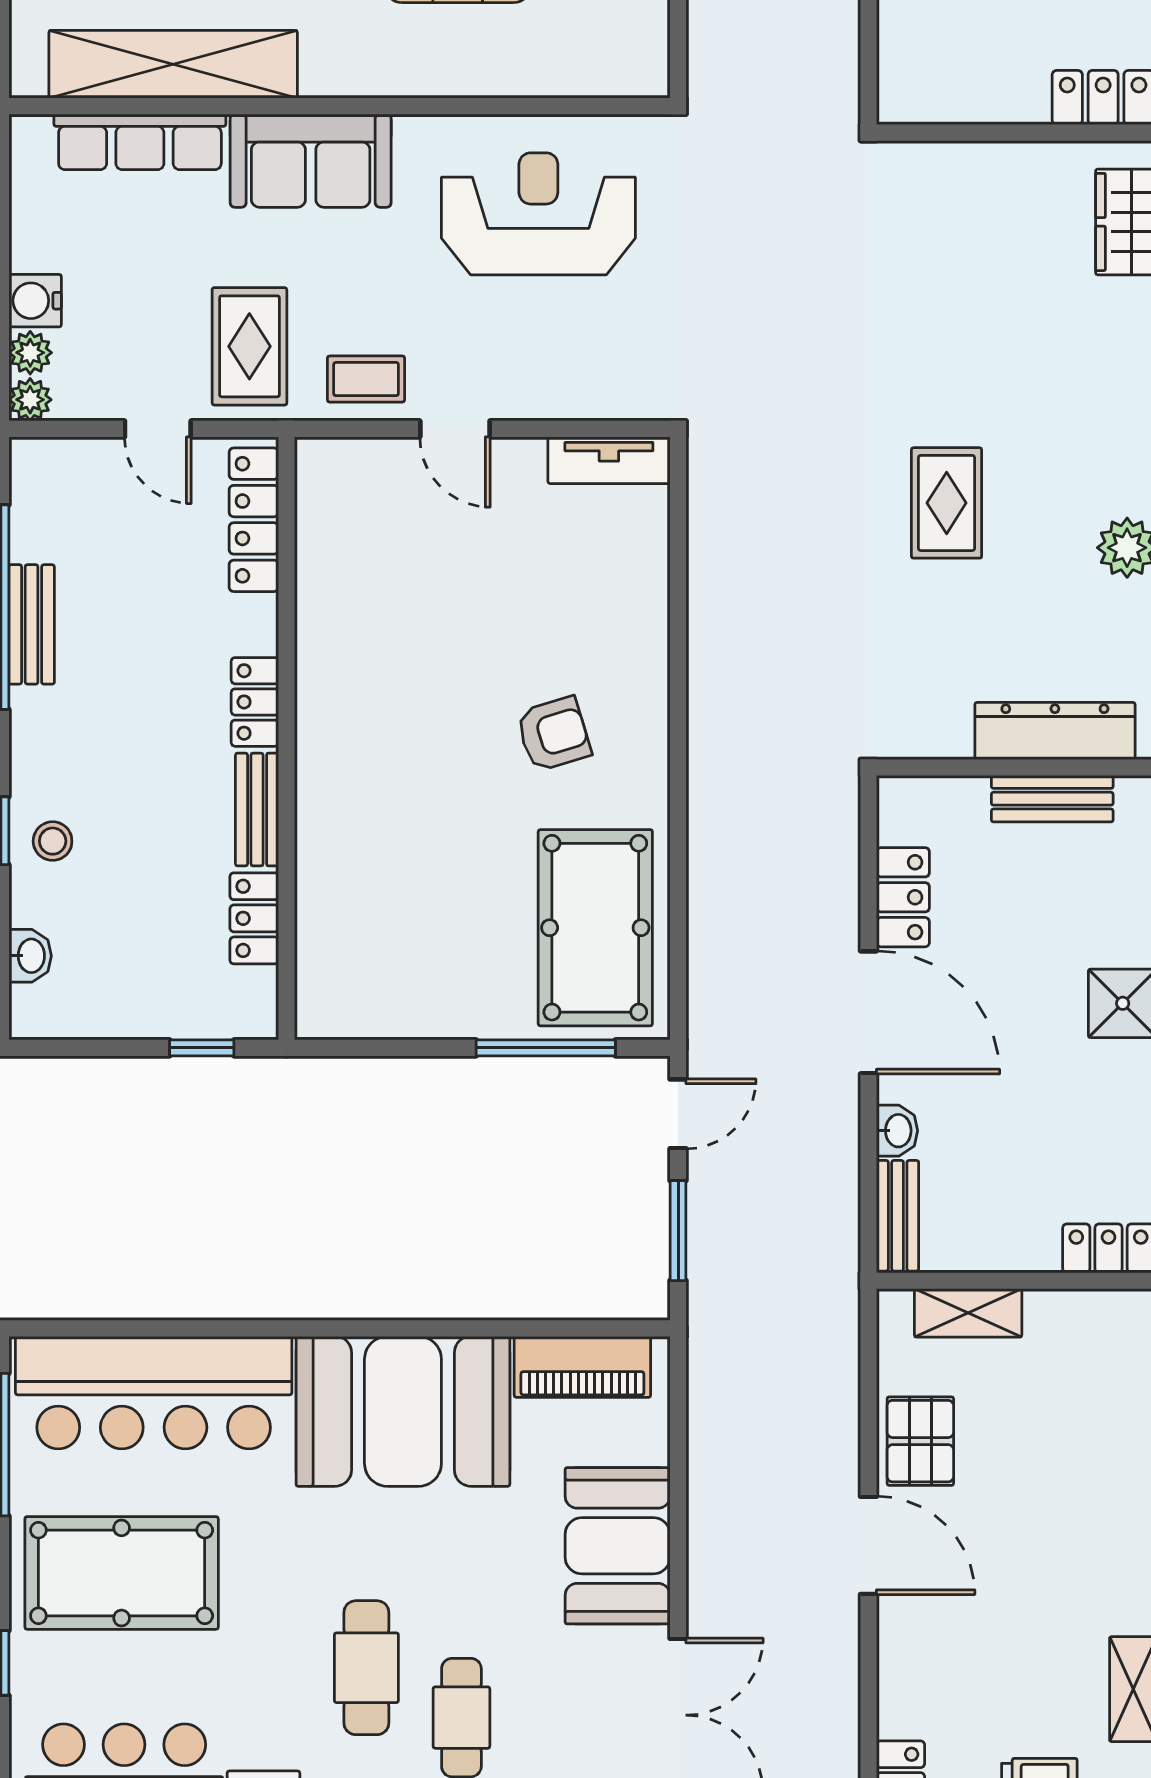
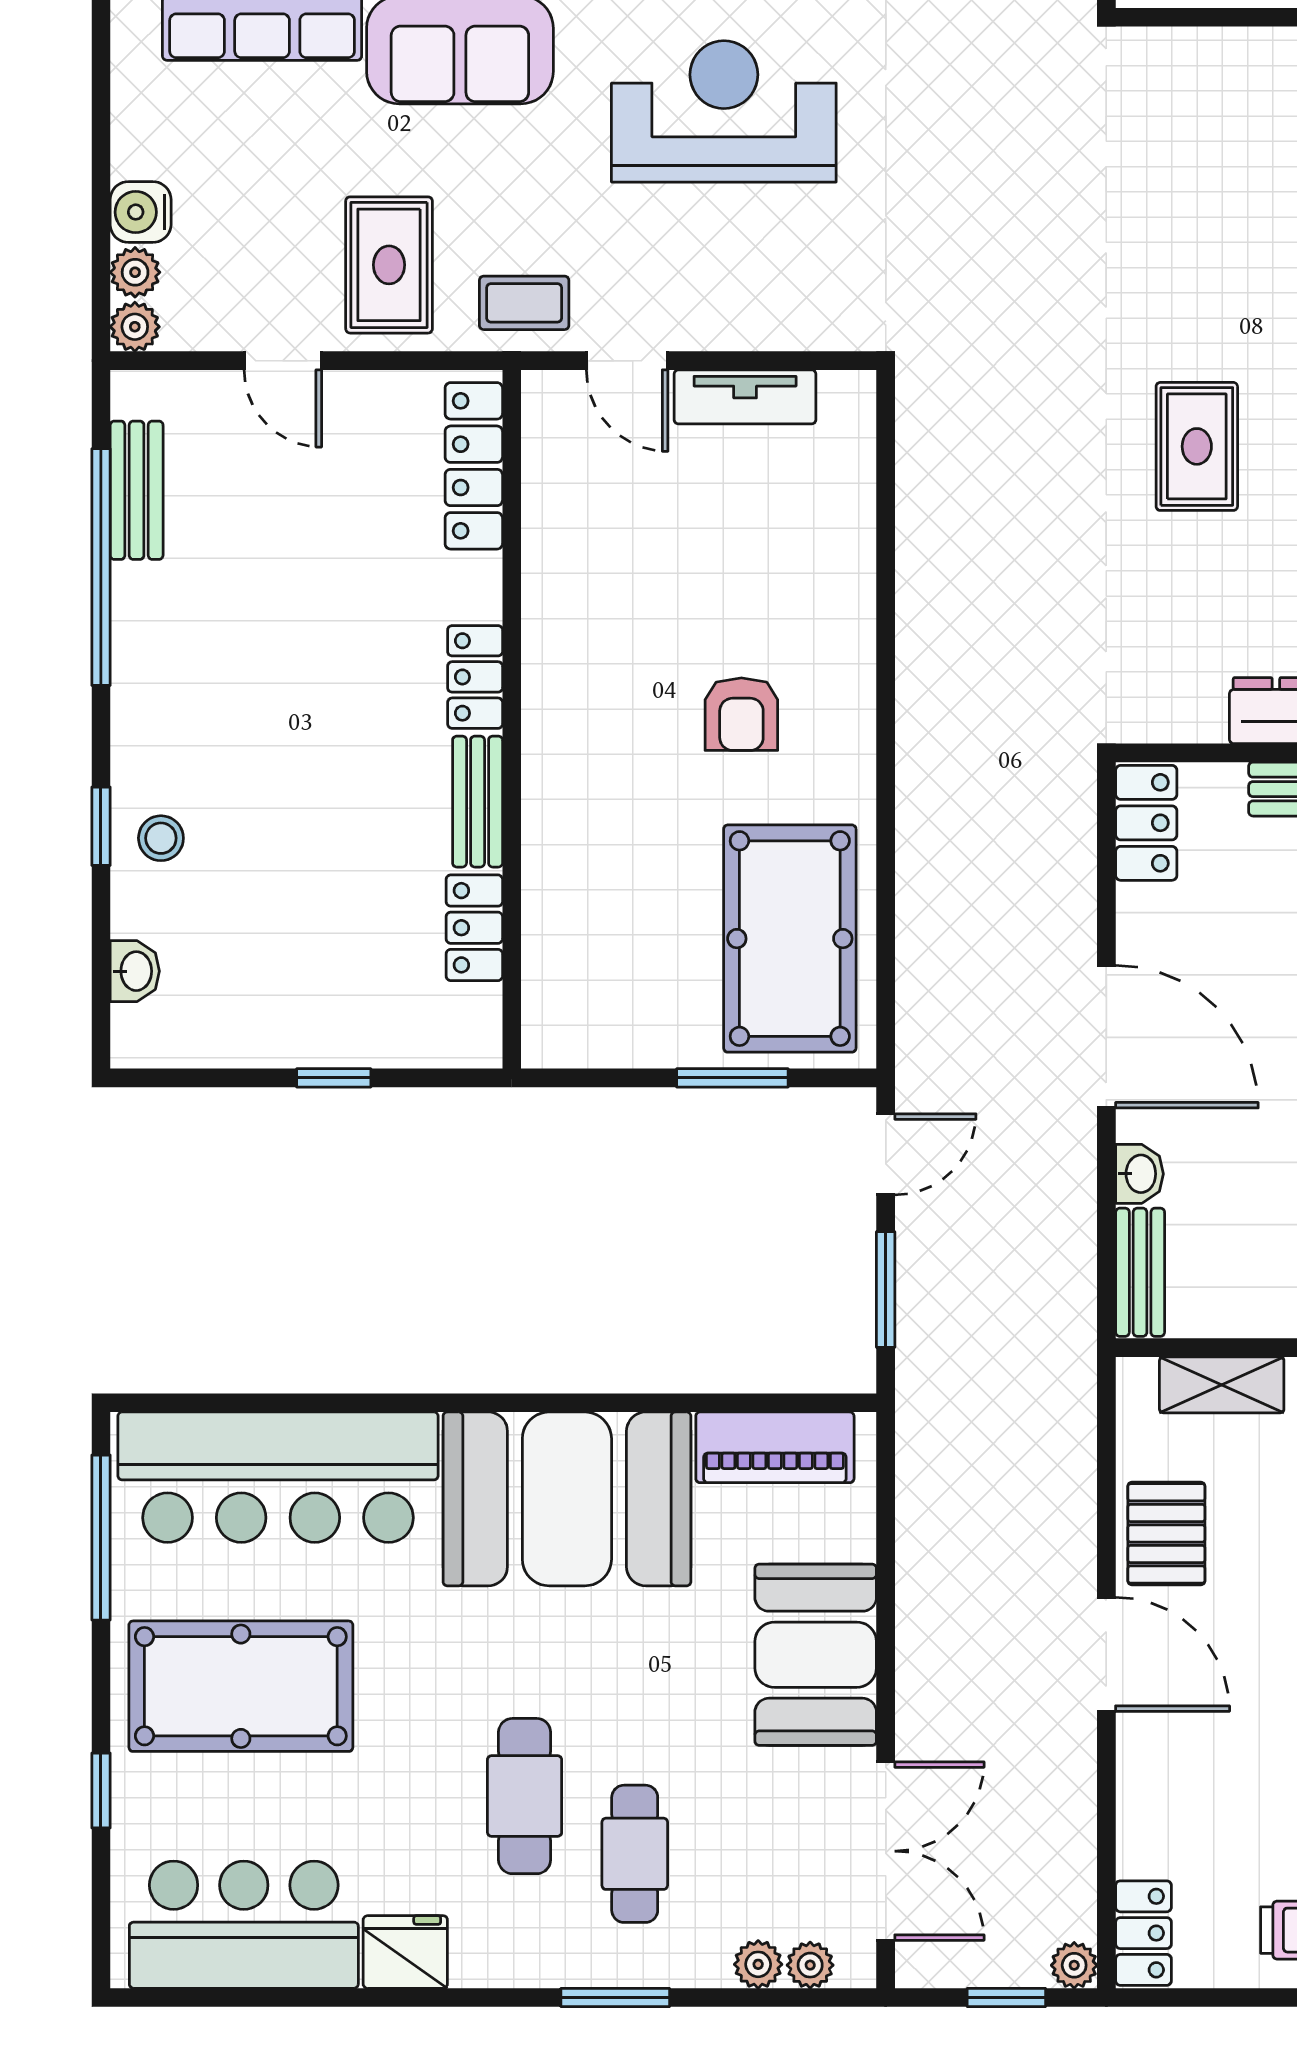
tv unit: (609, 460) -> (745, 397), moved
locker: (254, 520) -> (474, 466), moved
bench: (32, 624) -> (137, 490), moved
locker: (255, 702) -> (475, 677), moved
armchair: (554, 734) -> (741, 714), turned 107
wall: (287, 738) -> (512, 719), moved
bench: (257, 809) -> (478, 802), moved
locker: (903, 897) -> (1146, 823), moved
locker: (254, 918) -> (474, 928), moved
window: (546, 1048) -> (732, 1078), width x0.69

